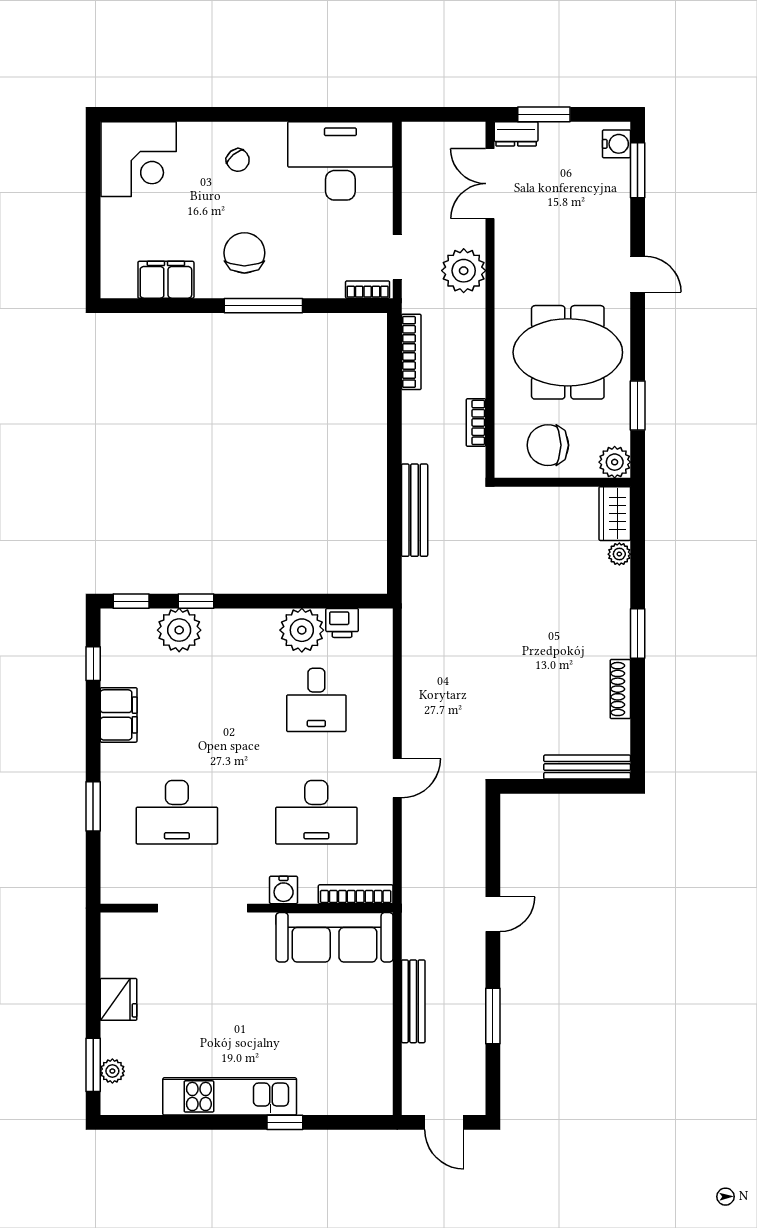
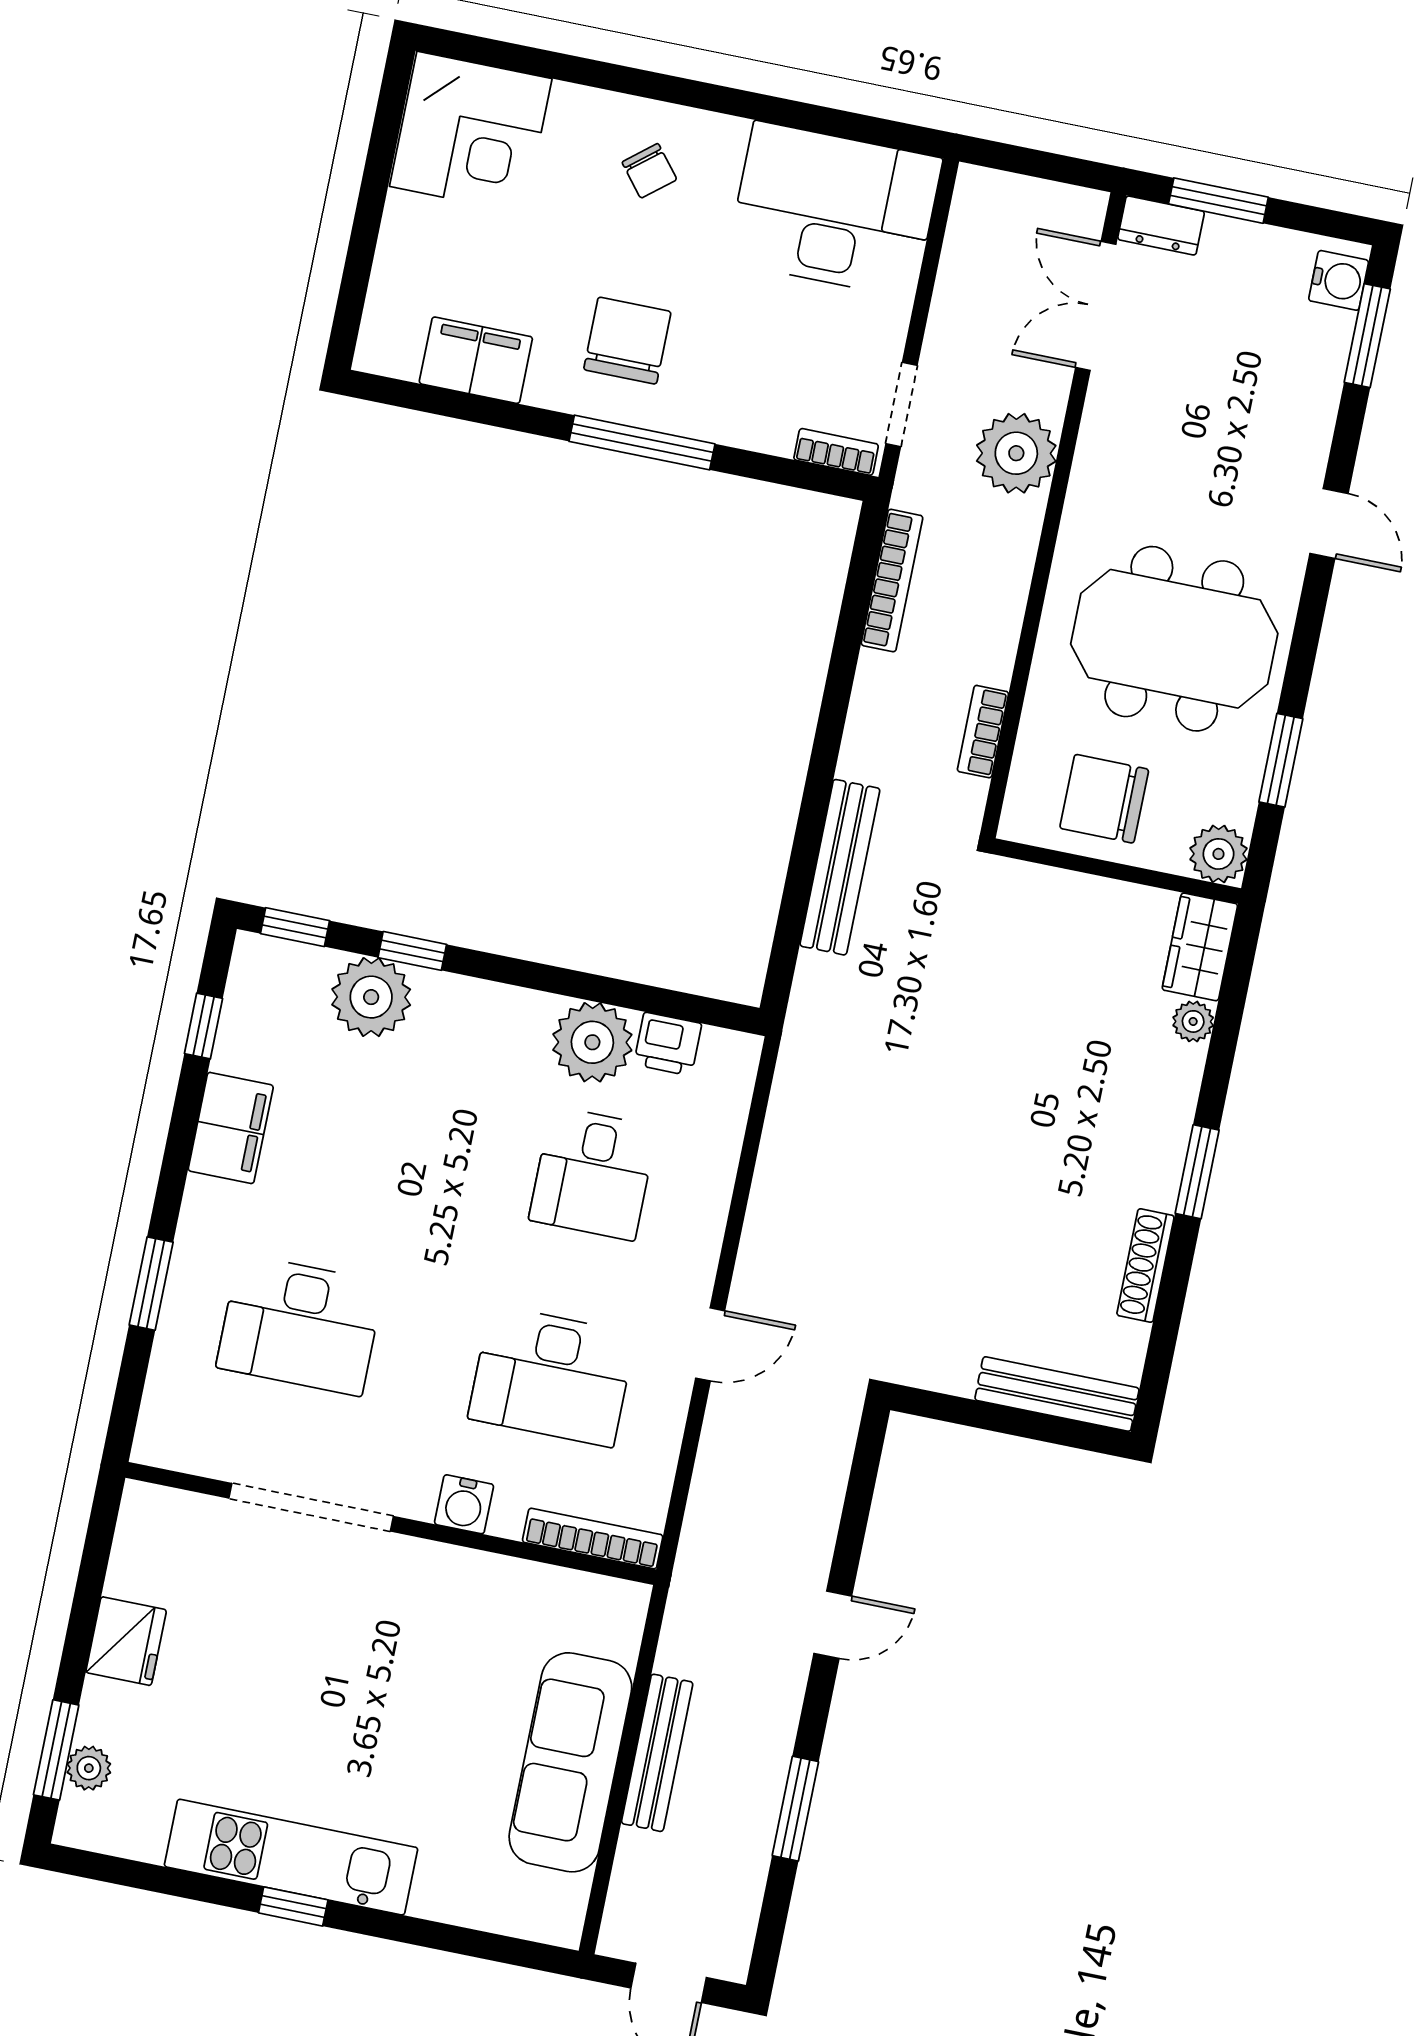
sofa: (335, 937) -> (570, 1762), moved, turned 90
window: (285, 1122) -> (293, 1906), moved

